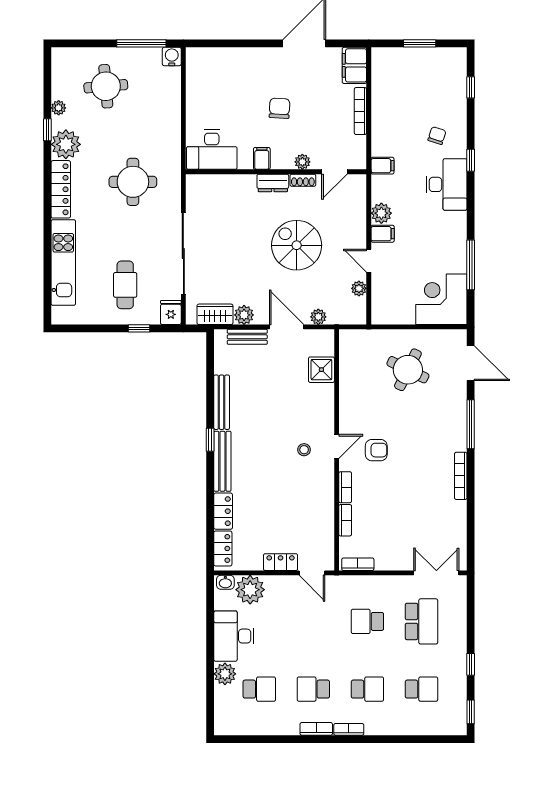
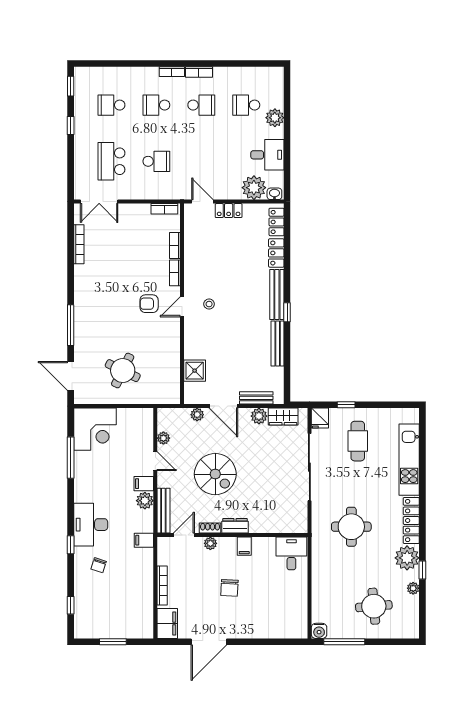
desk: (212, 150) -> (291, 553), width x0.73
bench: (359, 201) -> (163, 511), added
bookcase: (461, 476) -> (79, 244), moved
desk: (234, 636) -> (267, 155), width x0.73

